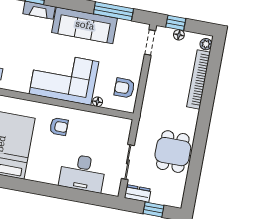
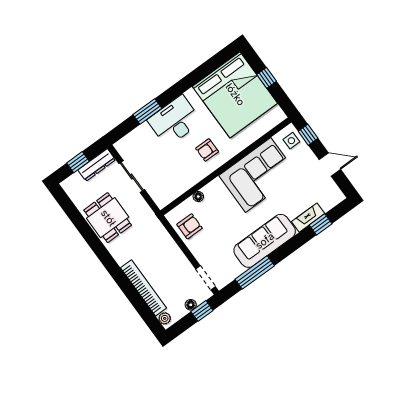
corner sofa: (64, 78) -> (258, 175), moved
desk: (82, 173) -> (175, 121), moved
dresser: (138, 193) -> (97, 165), width x1.44
window: (71, 194) -> (147, 111), added

